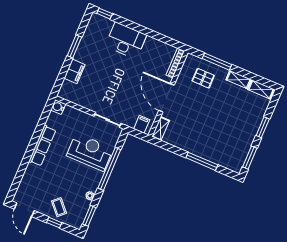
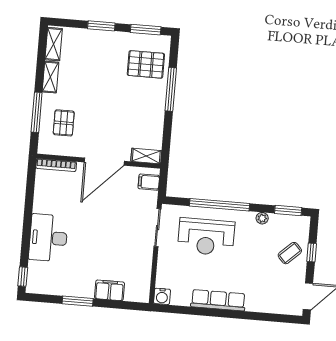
pallet: (225, 150) -> (146, 64), added
reception desk: (90, 152) -> (206, 237), turned -90

